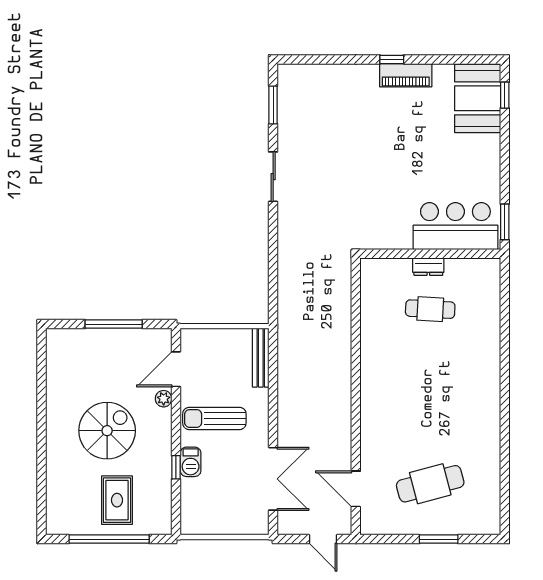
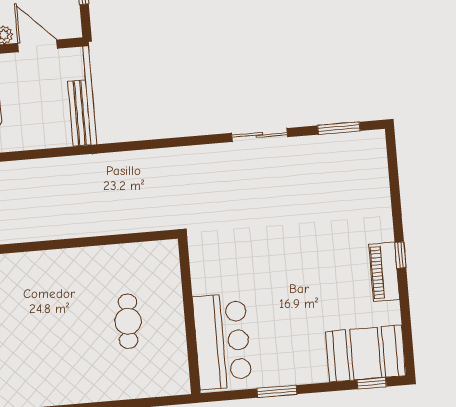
window: (505, 222) -> (277, 391), moved
dresser: (428, 267) -> (175, 315), removed
bench: (261, 358) -> (80, 113), moved, turned 90

